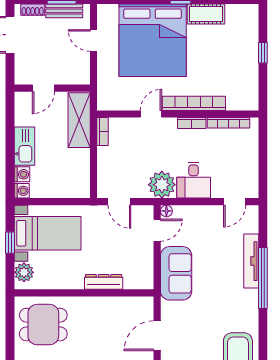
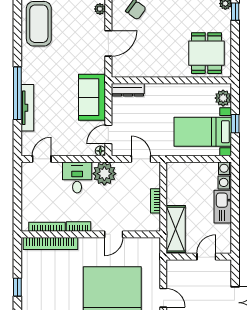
bookcase: (194, 103) -> (50, 244), moved
bookcase: (103, 132) -> (155, 201), moved
dresser: (104, 282) -> (128, 90), moved
dining table: (43, 325) -> (206, 53), turned 90

